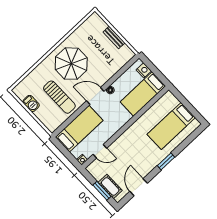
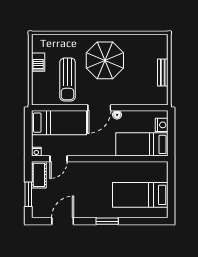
door: (95, 96) -> (99, 108), swing flipped
door: (100, 151) -> (59, 159), hinge flipped
cot: (110, 186) -> (39, 175), moved

